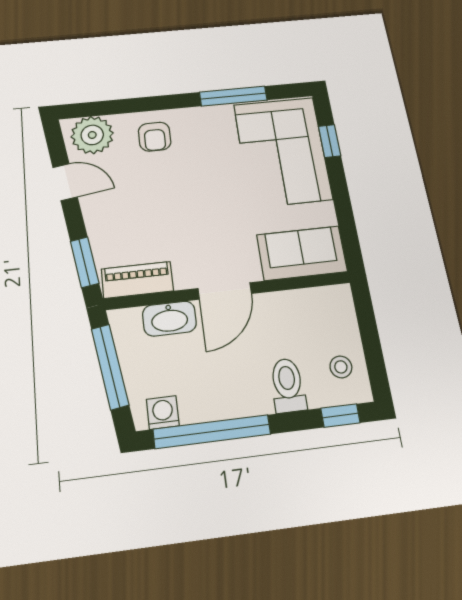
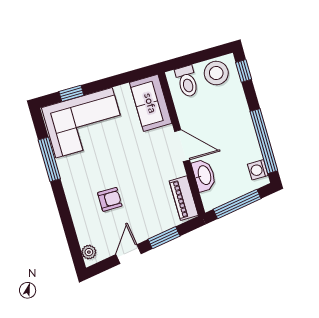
plant: (92, 135) -> (89, 252), width x0.53, depth x0.53
armchair: (155, 137) -> (110, 199), moved
window: (85, 262) -> (164, 238), moved
stool: (341, 367) -> (216, 73), width x1.89, depth x1.89
toilet: (288, 385) -> (187, 81), moved, turned -90

